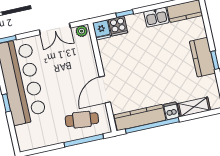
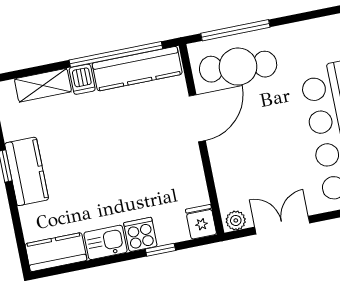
cooker: (118, 26) -> (140, 234), moved
cafe table: (82, 120) -> (238, 67), width x1.37, depth x1.35

